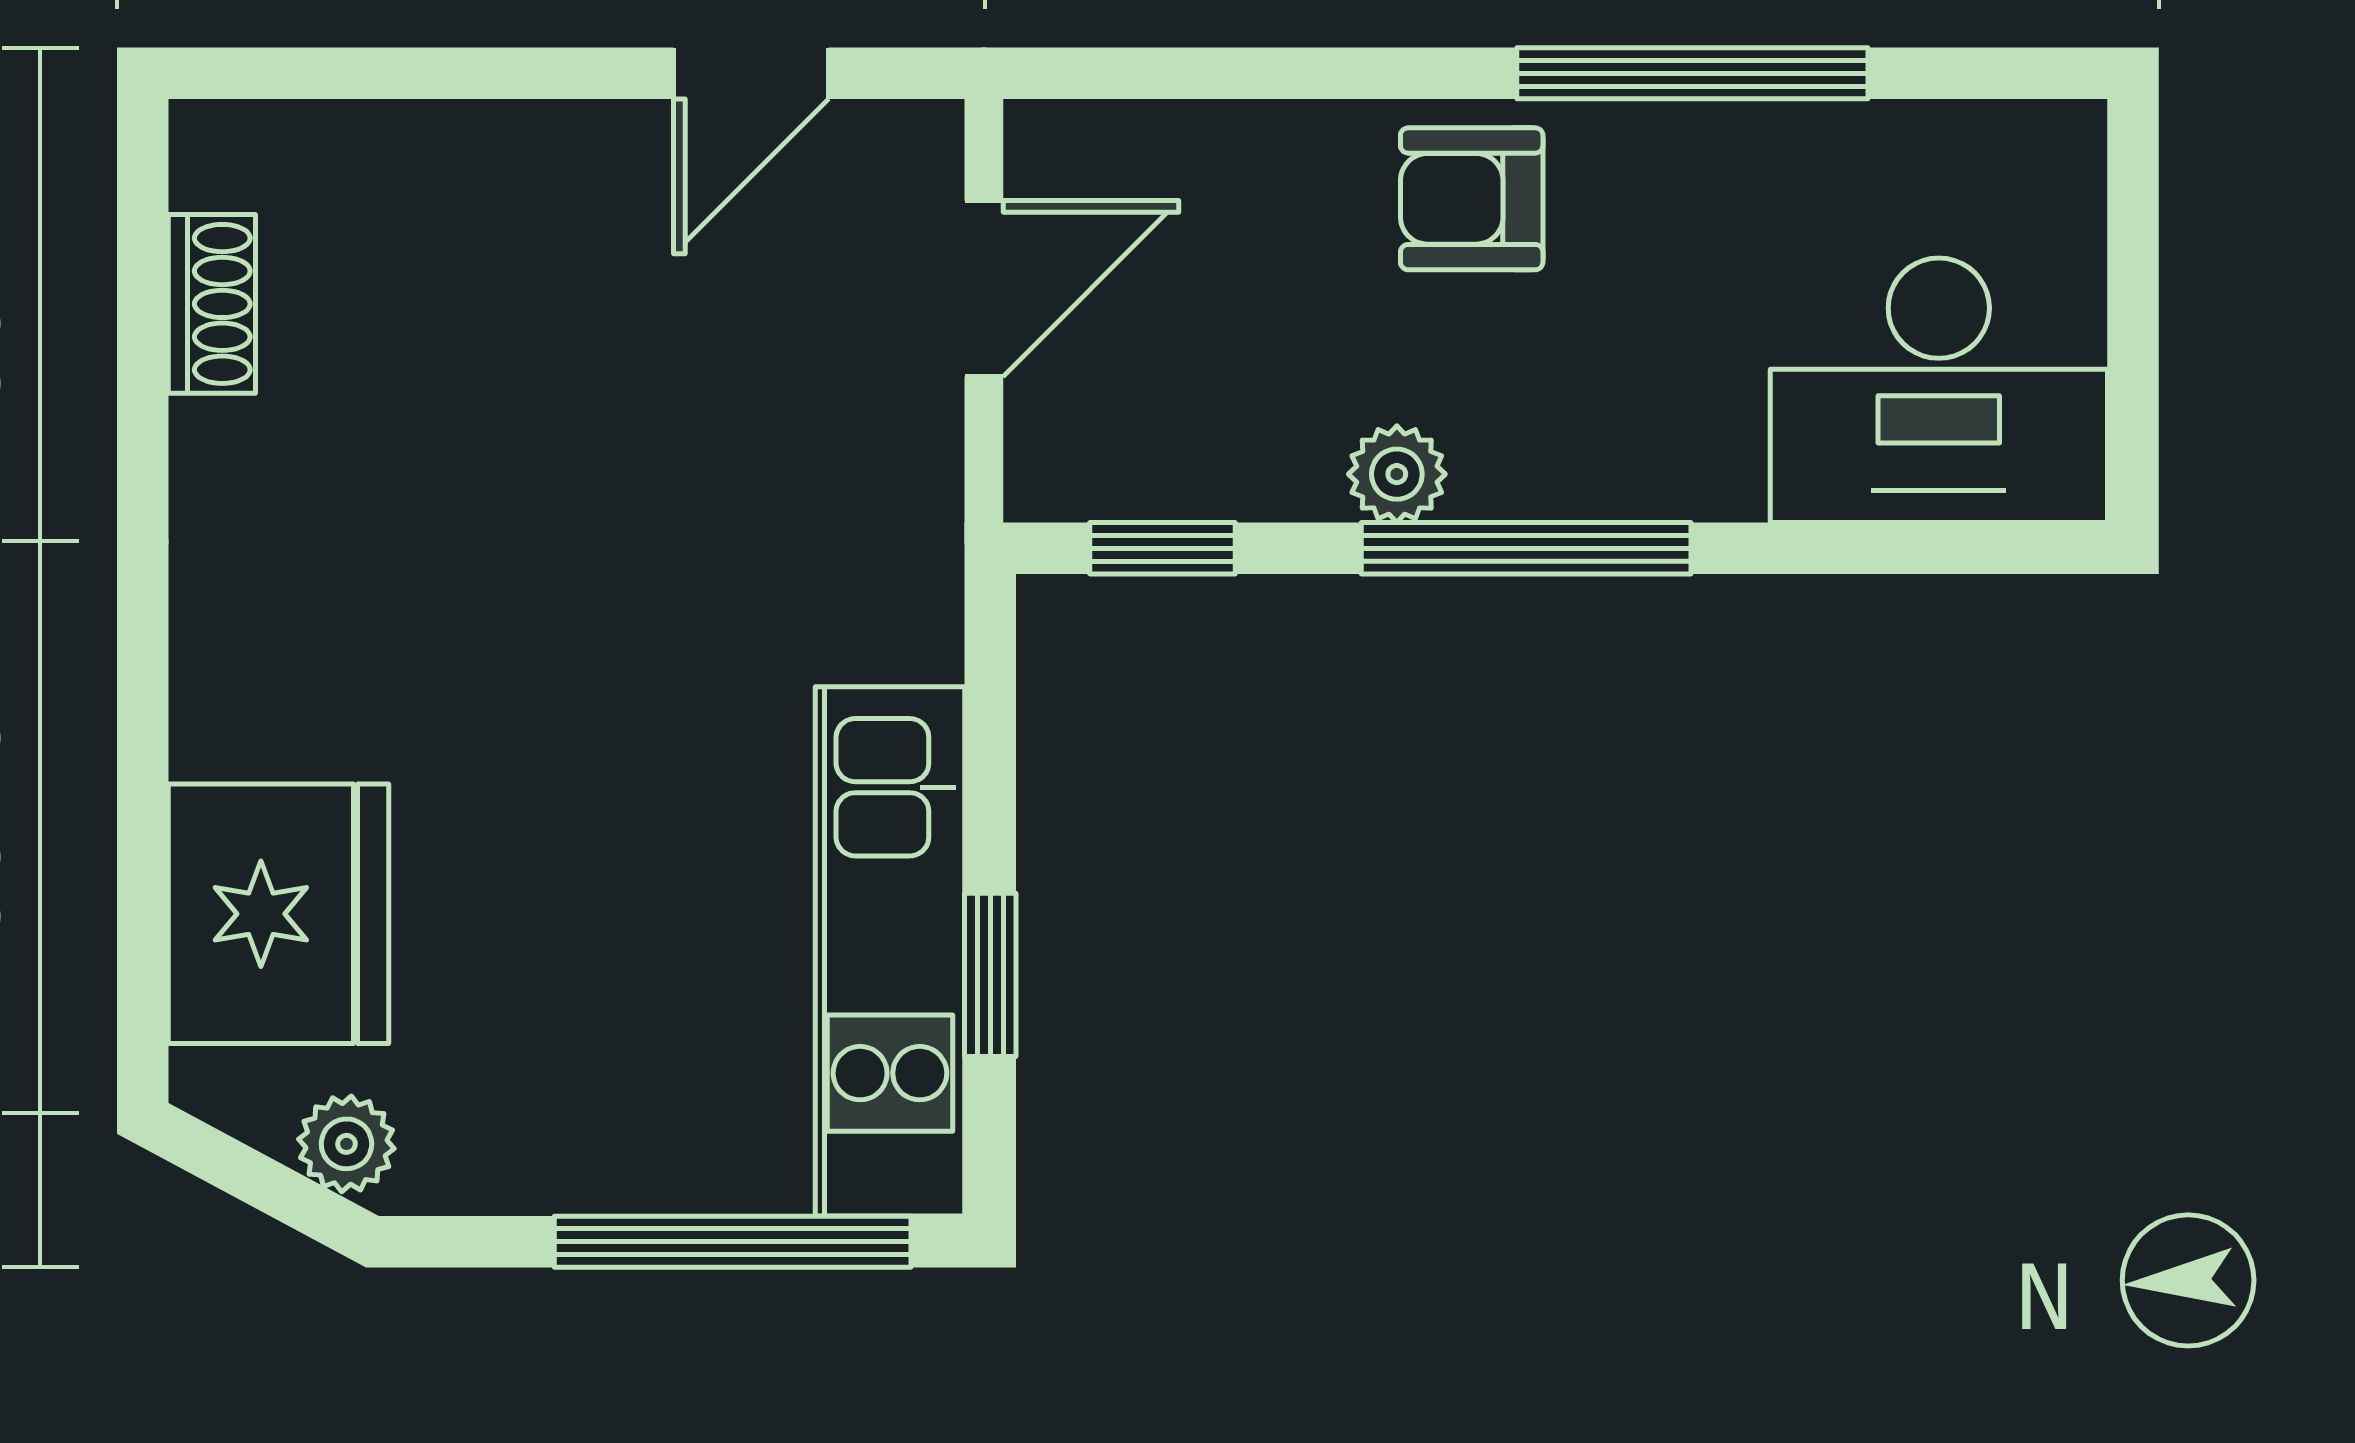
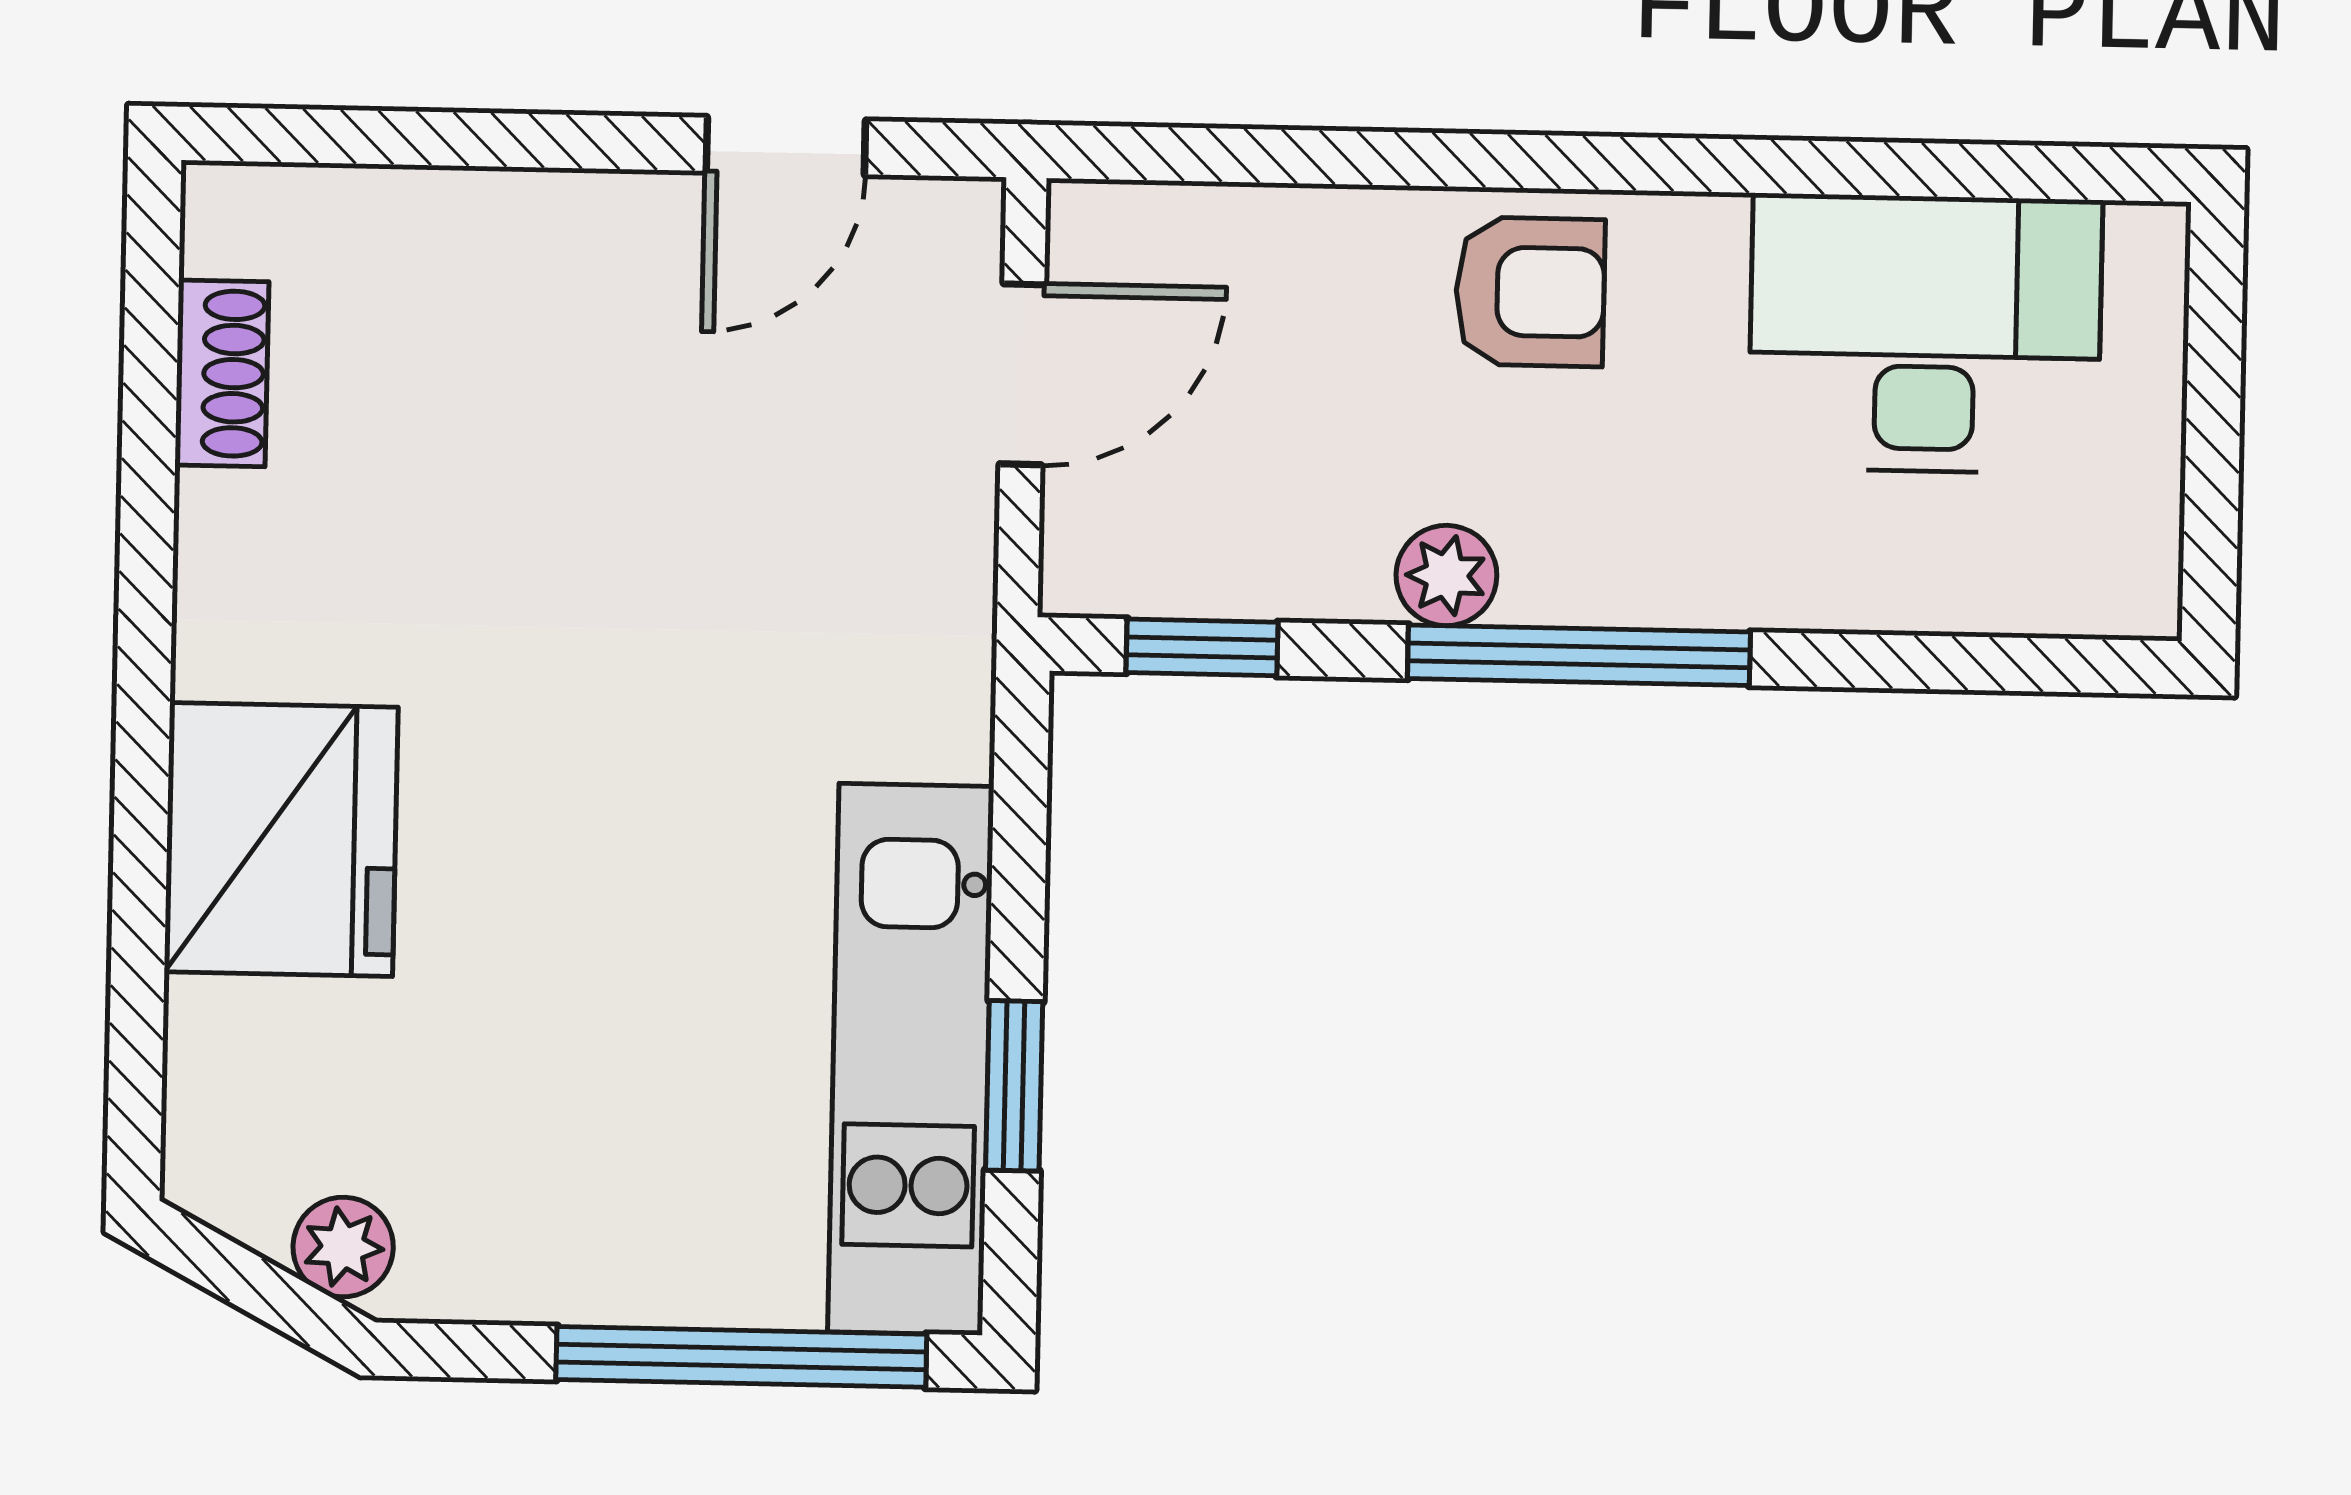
window: (1692, 73) -> (1762, 166), removed
armchair: (1472, 199) -> (1530, 292), turned 180
desk: (1939, 390) -> (1925, 334), moved, turned 180
fridge: (278, 914) -> (281, 839), moved

